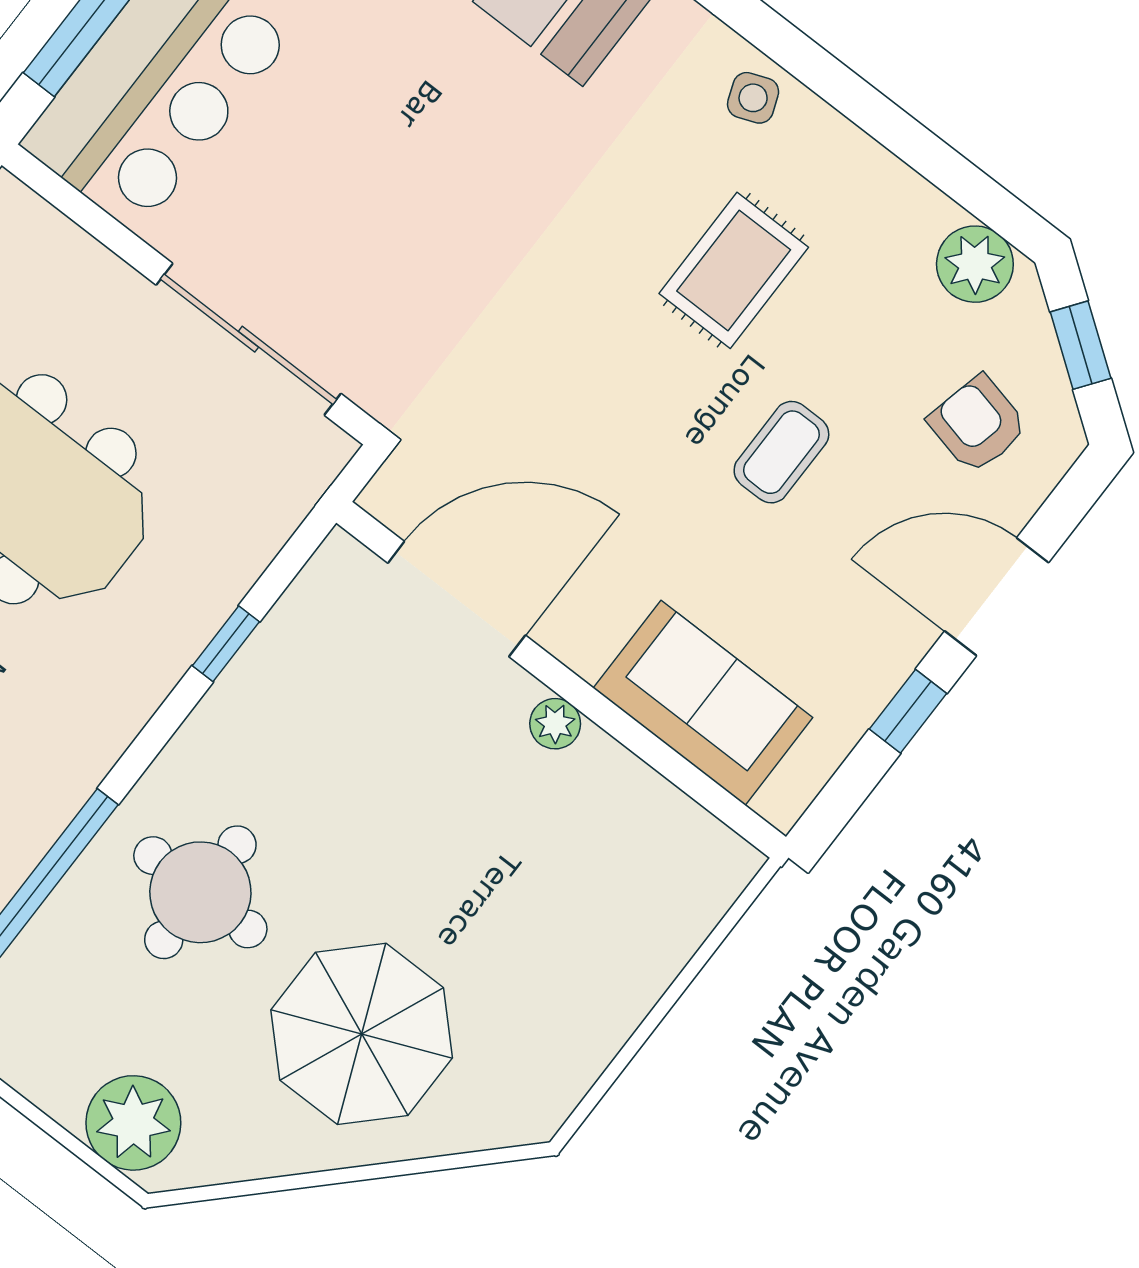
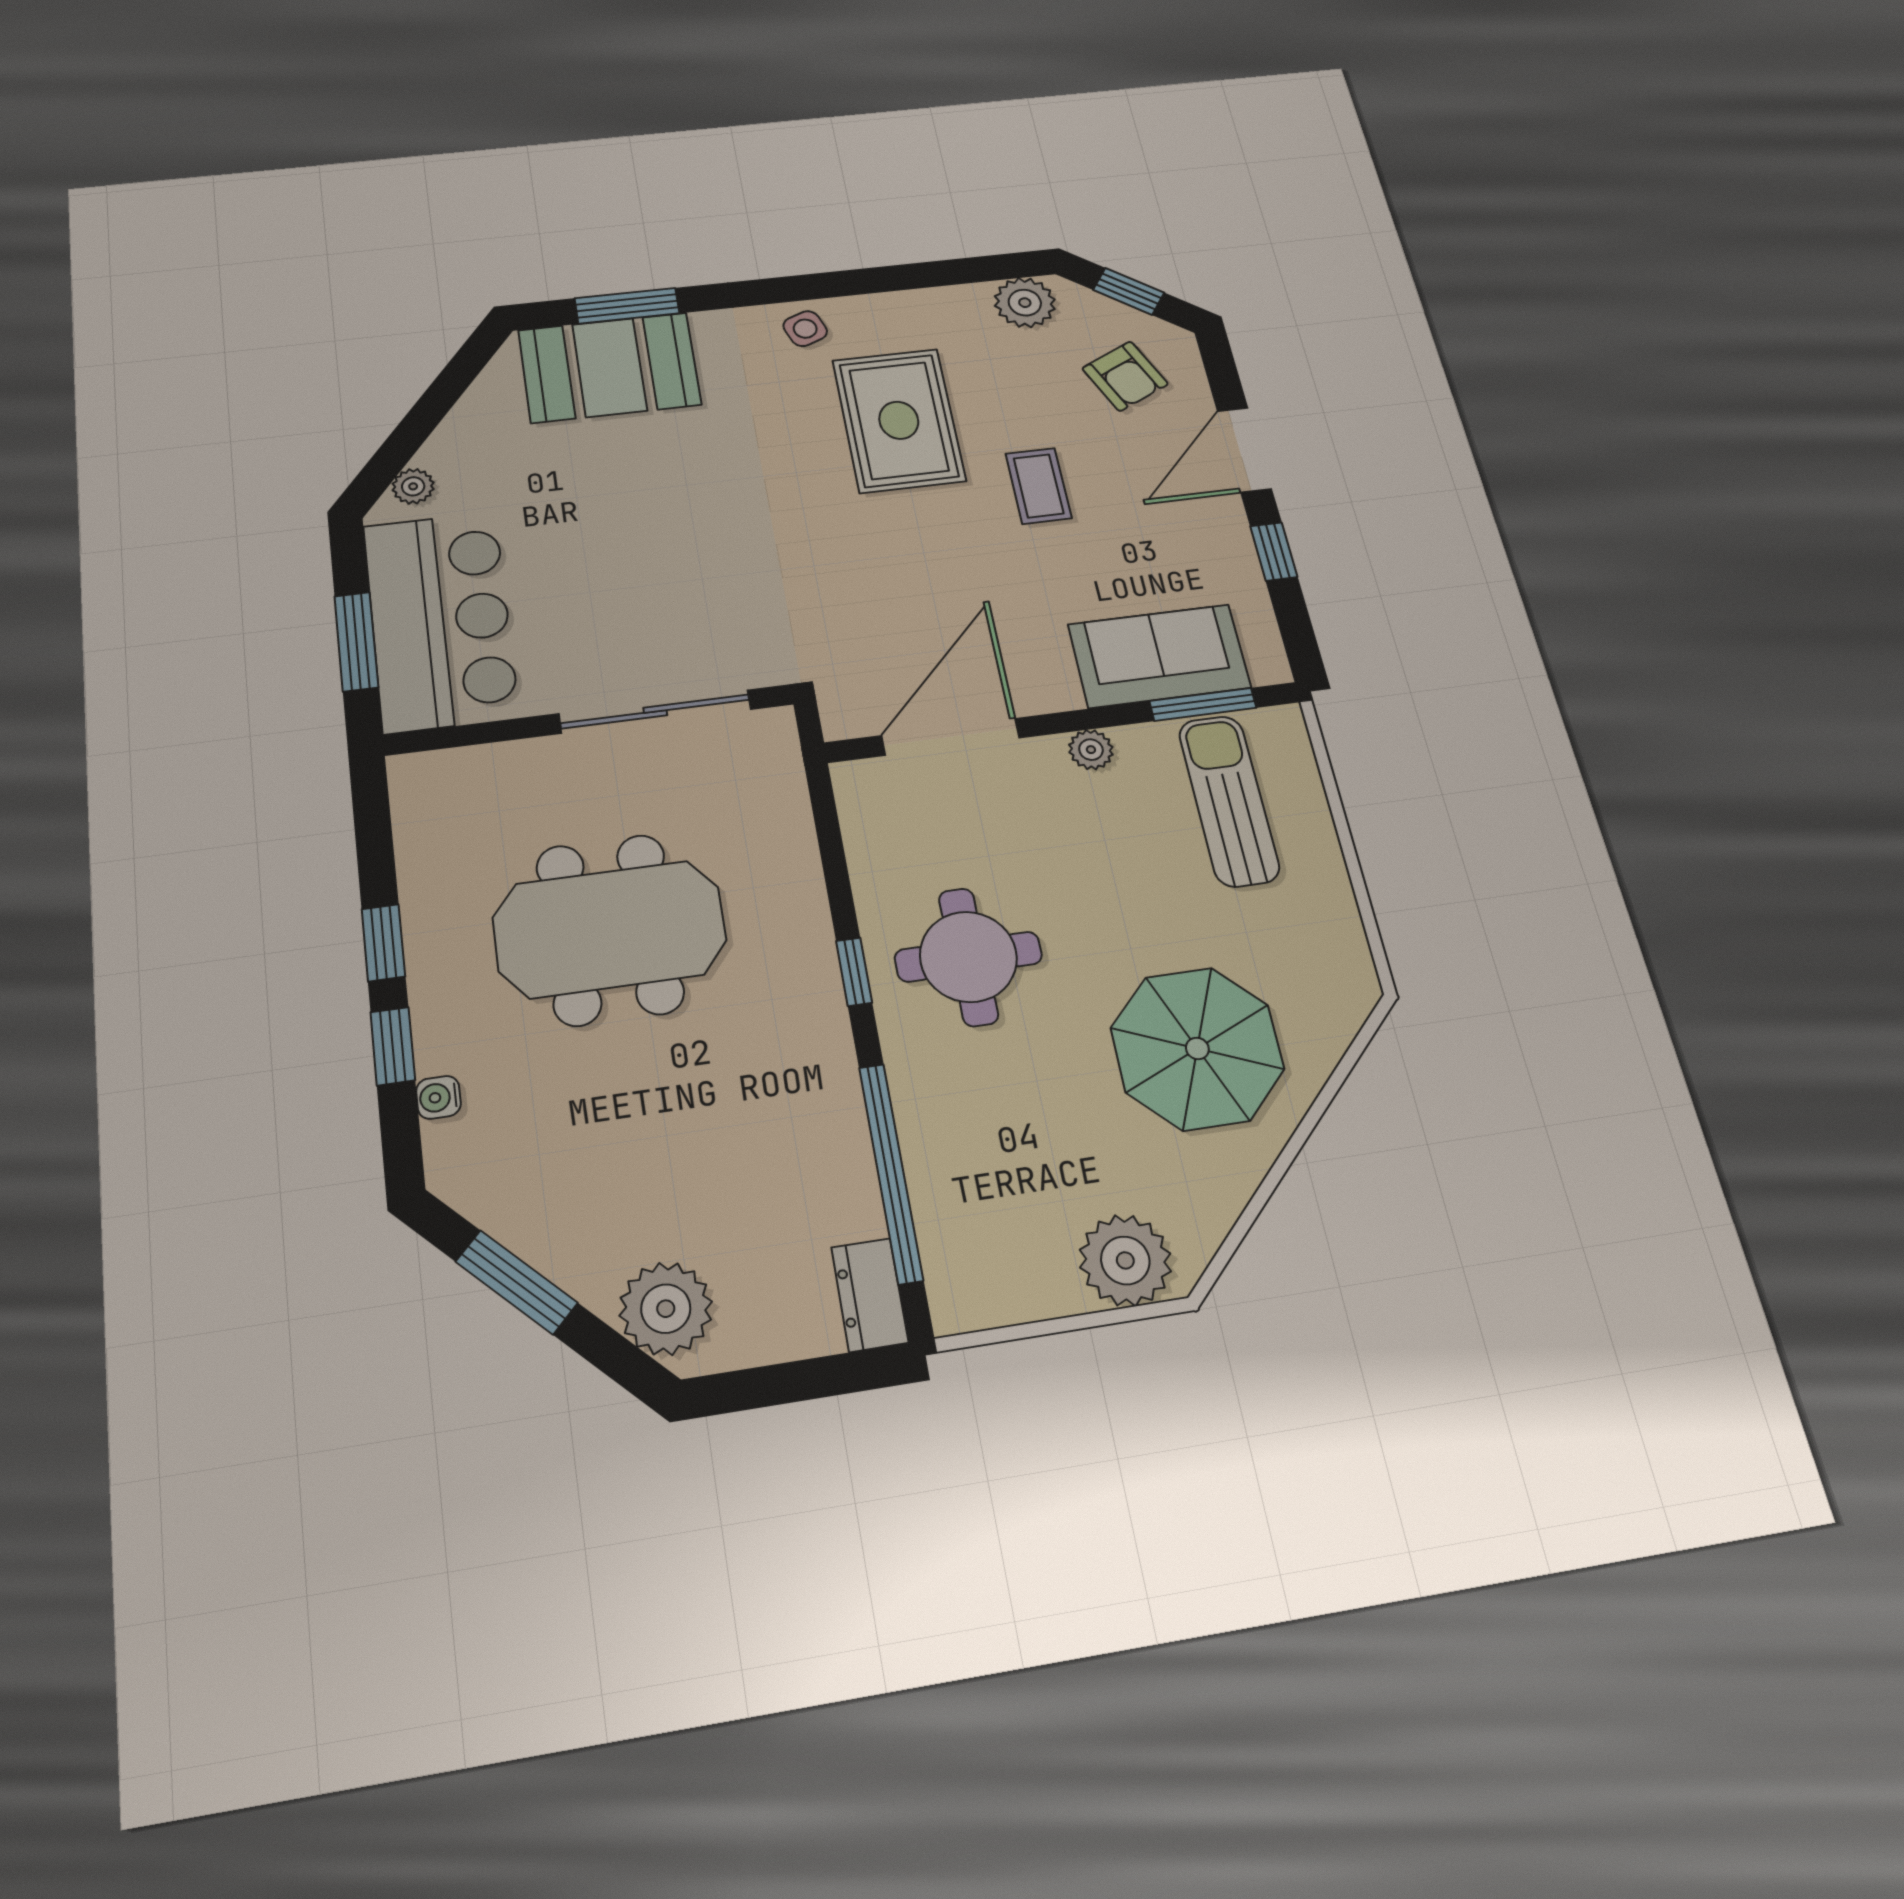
rug: (734, 270) -> (899, 420), width x1.36, depth x1.43
armchair: (978, 424) -> (1125, 376), turned -128
window: (226, 644) -> (854, 972), moved
window: (689, 779) -> (1203, 704), added
sun lounger: (614, 876) -> (1229, 800), added
round table: (200, 892) -> (968, 957), moved

